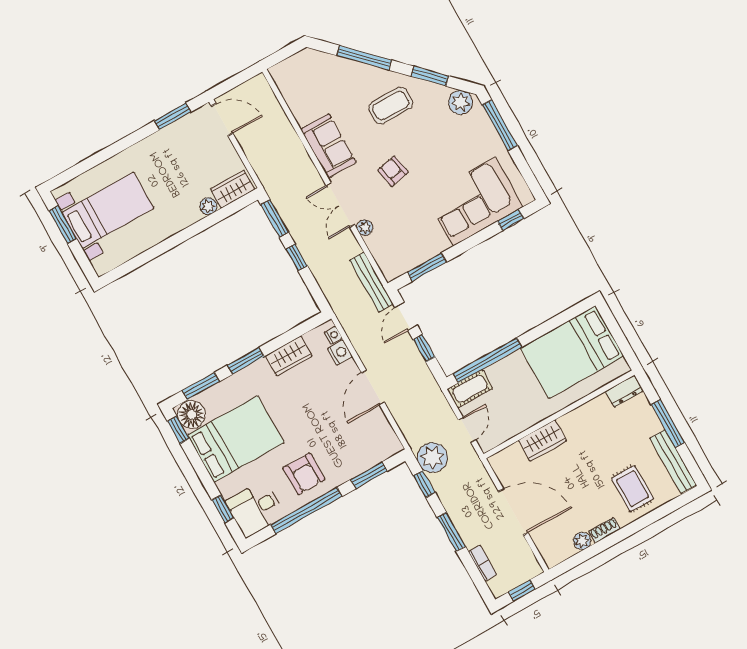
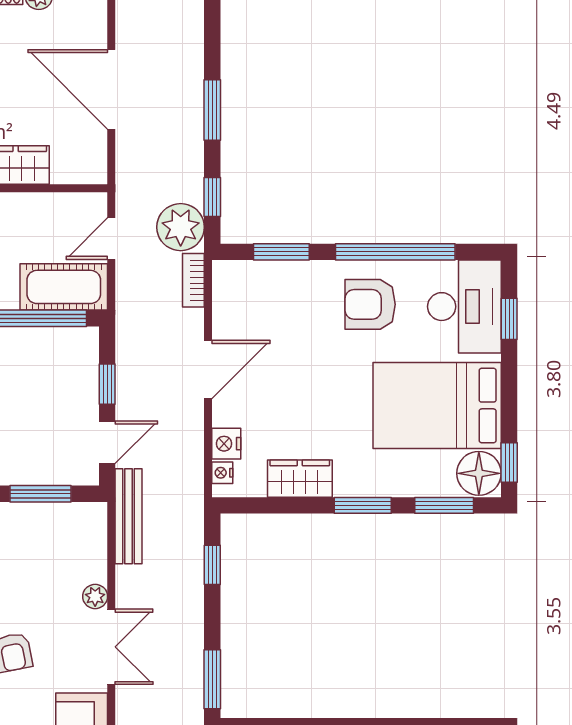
window: (297, 257) -> (212, 565), moved
cot: (470, 389) -> (64, 287), width x1.37, depth x1.34
armchair: (304, 474) -> (370, 304), turned -90
desk: (255, 509) -> (464, 307), width x1.37
bookcase: (482, 563) -> (193, 280), moved

